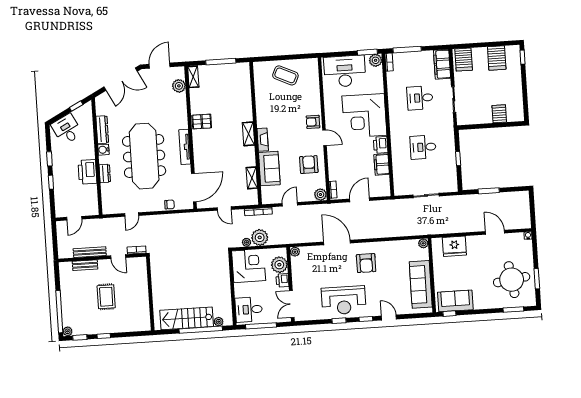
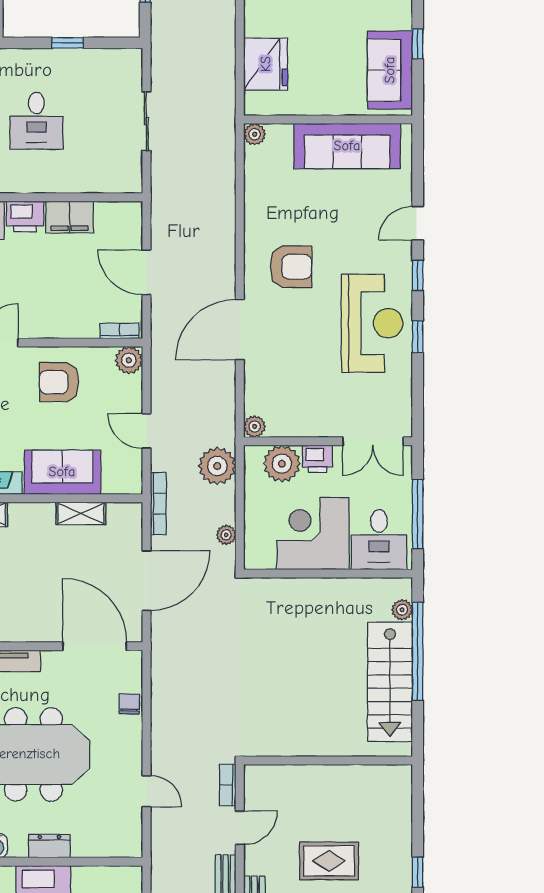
door: (224, 209) -> (146, 581), width x1.87
plant: (260, 237) -> (217, 466), moved
corner desk: (249, 266) -> (313, 533), moved
window: (449, 314) -> (418, 44), moved

